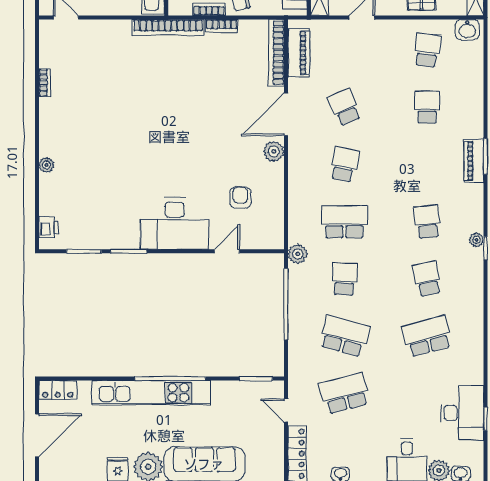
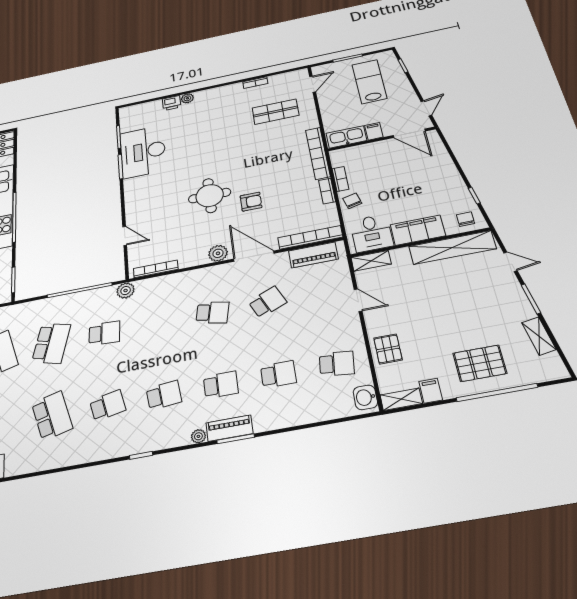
shop shelf: (95, 65) -> (275, 112), added
round table: (196, 153) -> (210, 196), added
armchair: (240, 198) -> (251, 202), moved
bookcase: (278, 220) -> (156, 269), added
school desk: (344, 222) -> (221, 385), moved, width x0.54
desk: (175, 224) -> (143, 152), moved
printer: (48, 227) -> (172, 103), moved
plant: (477, 240) -> (198, 436), moved

